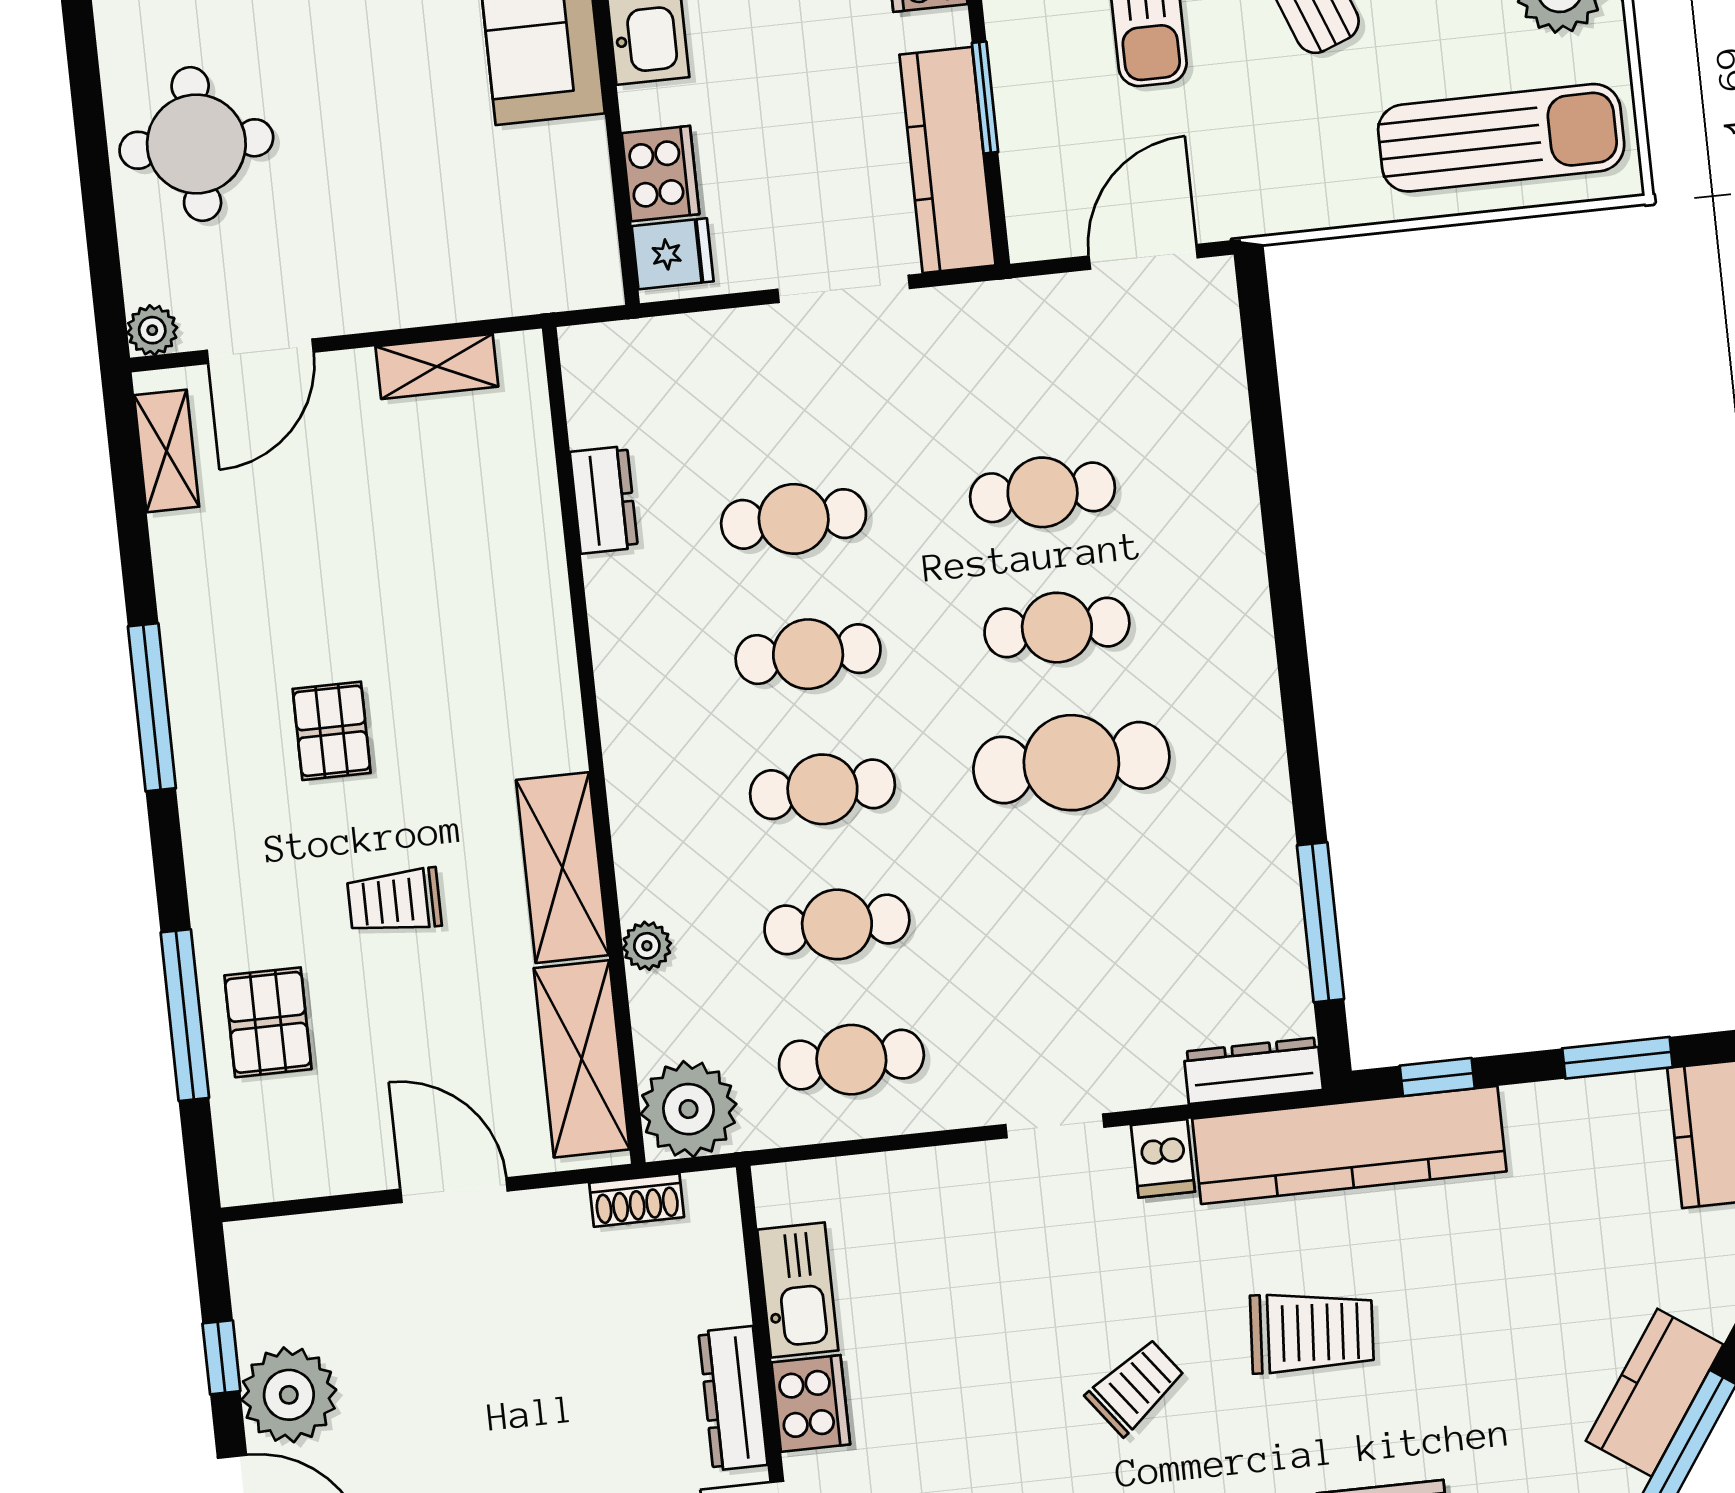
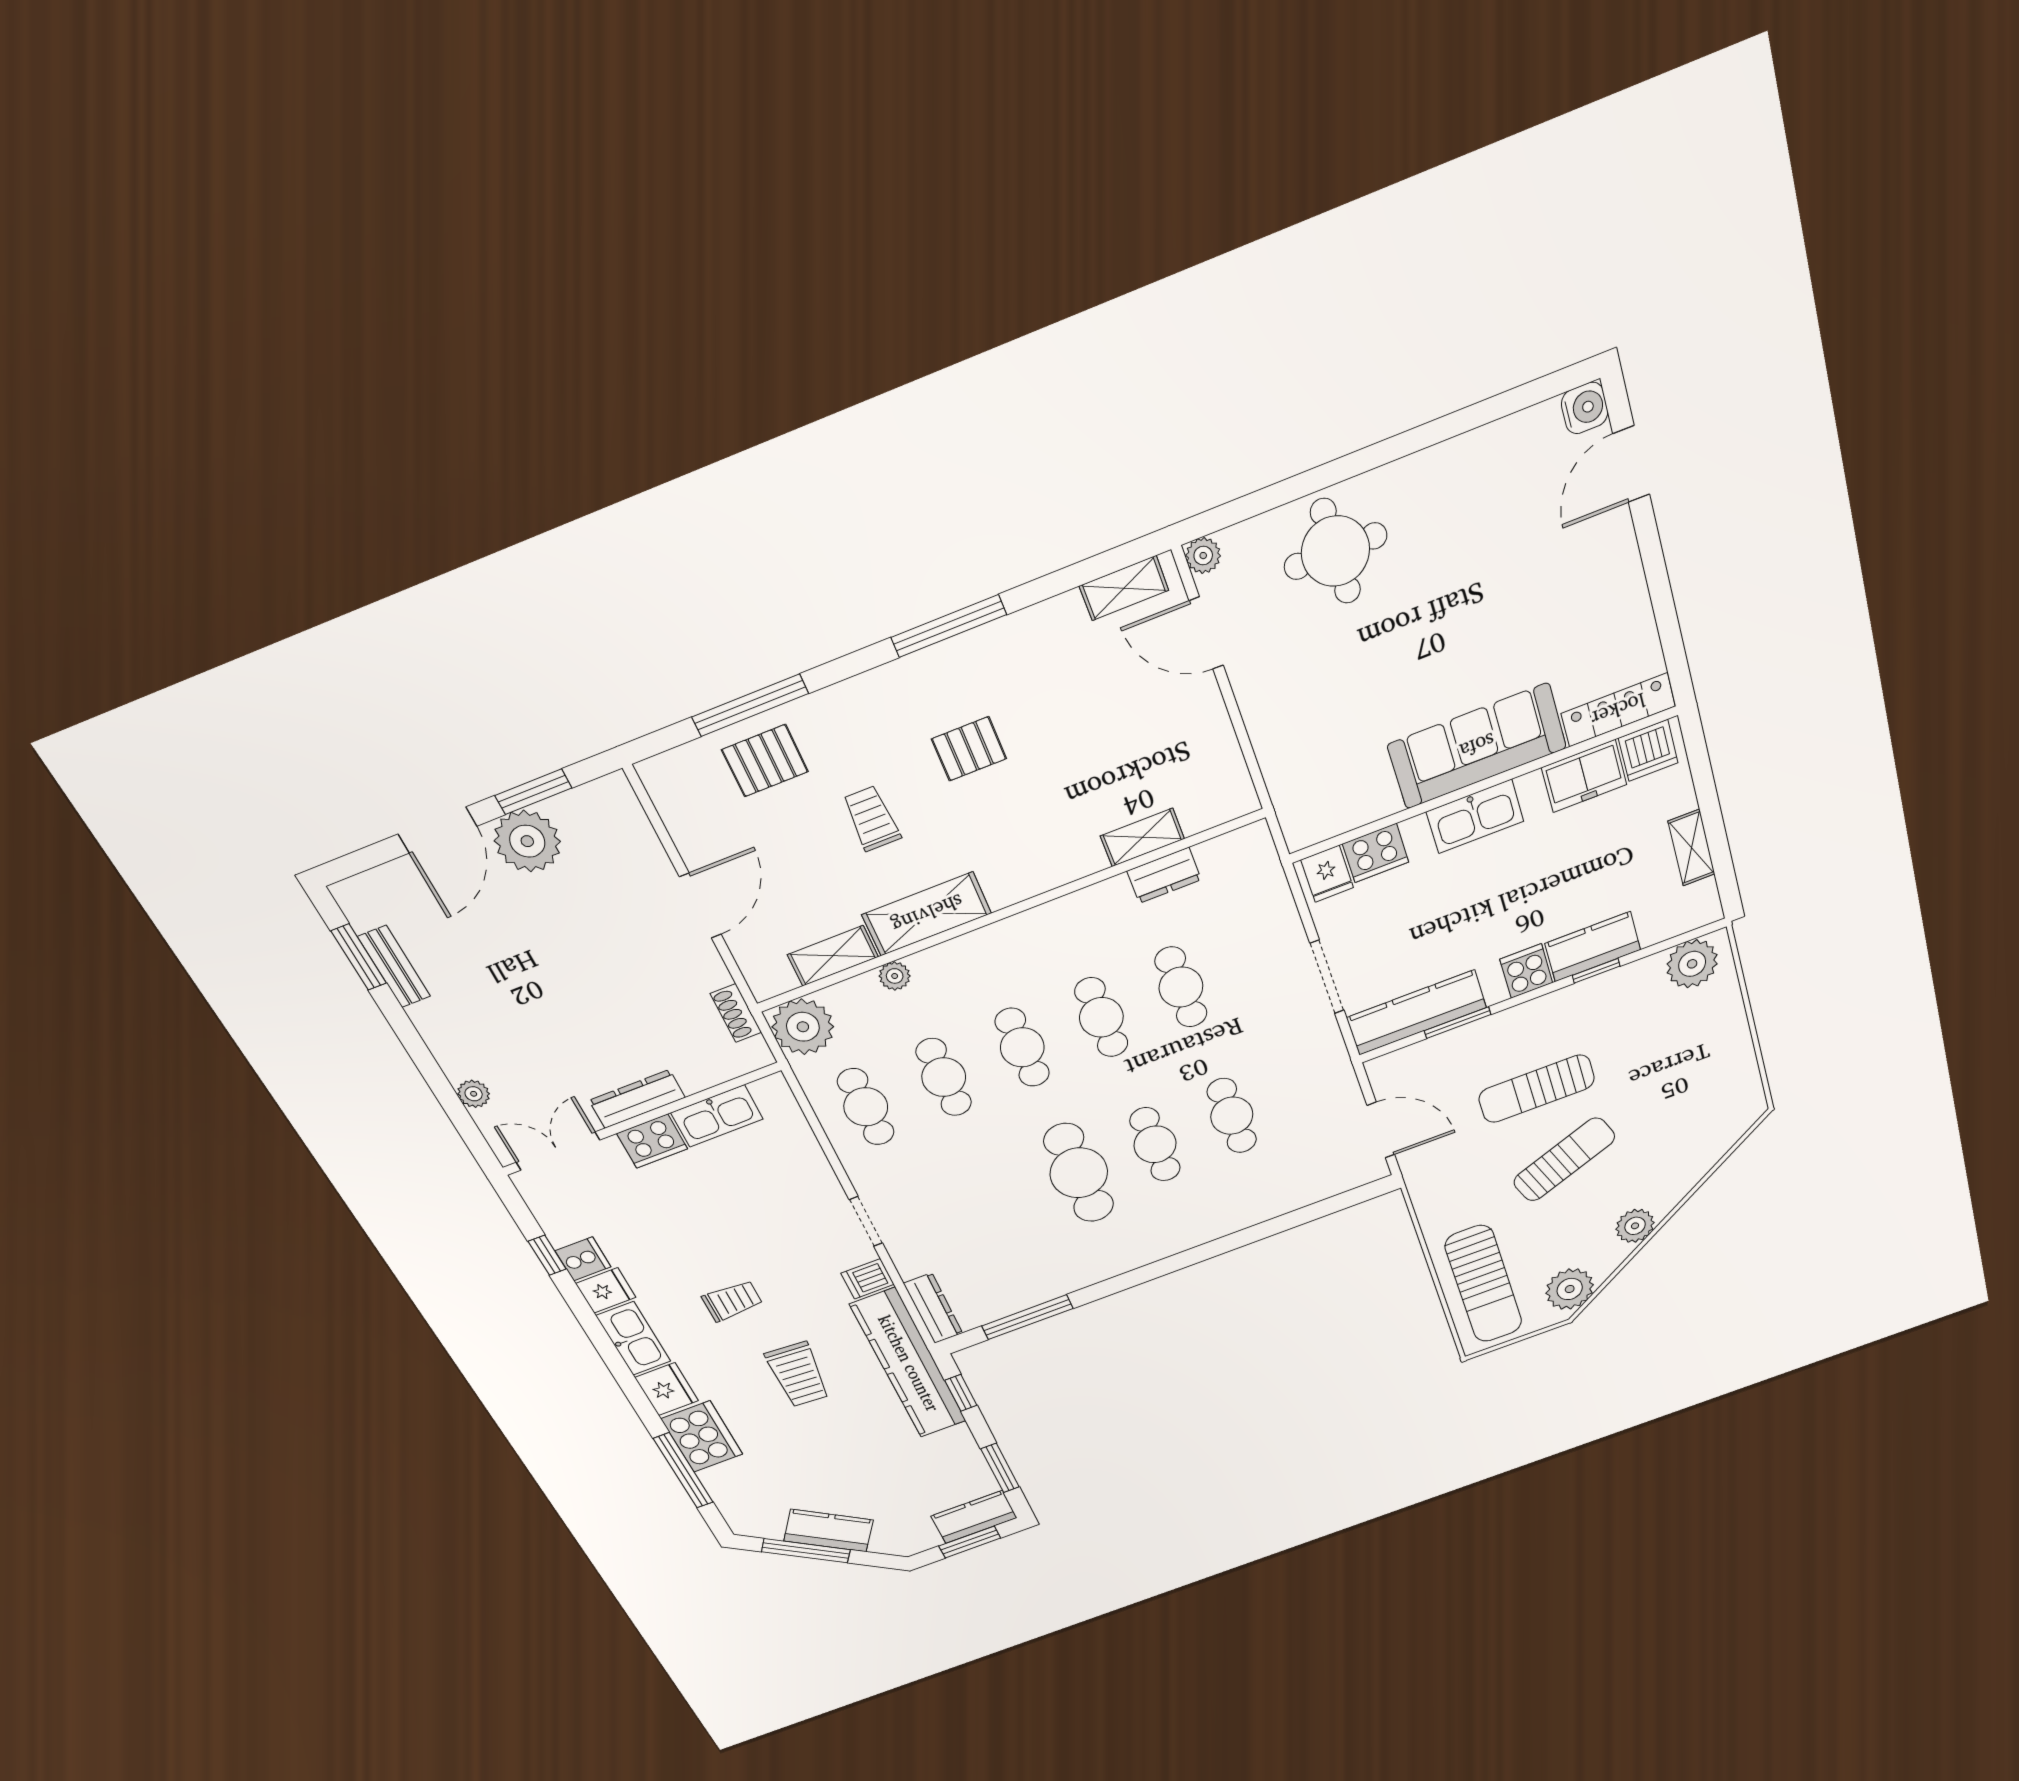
shelving: (437, 366) -> (1142, 837), moved, turned 90
shelving: (582, 1059) -> (833, 956), width x0.67, depth x0.75
window: (221, 1357) -> (533, 792), width x1.50
trolley: (1136, 1387) -> (732, 1301), turned -53

